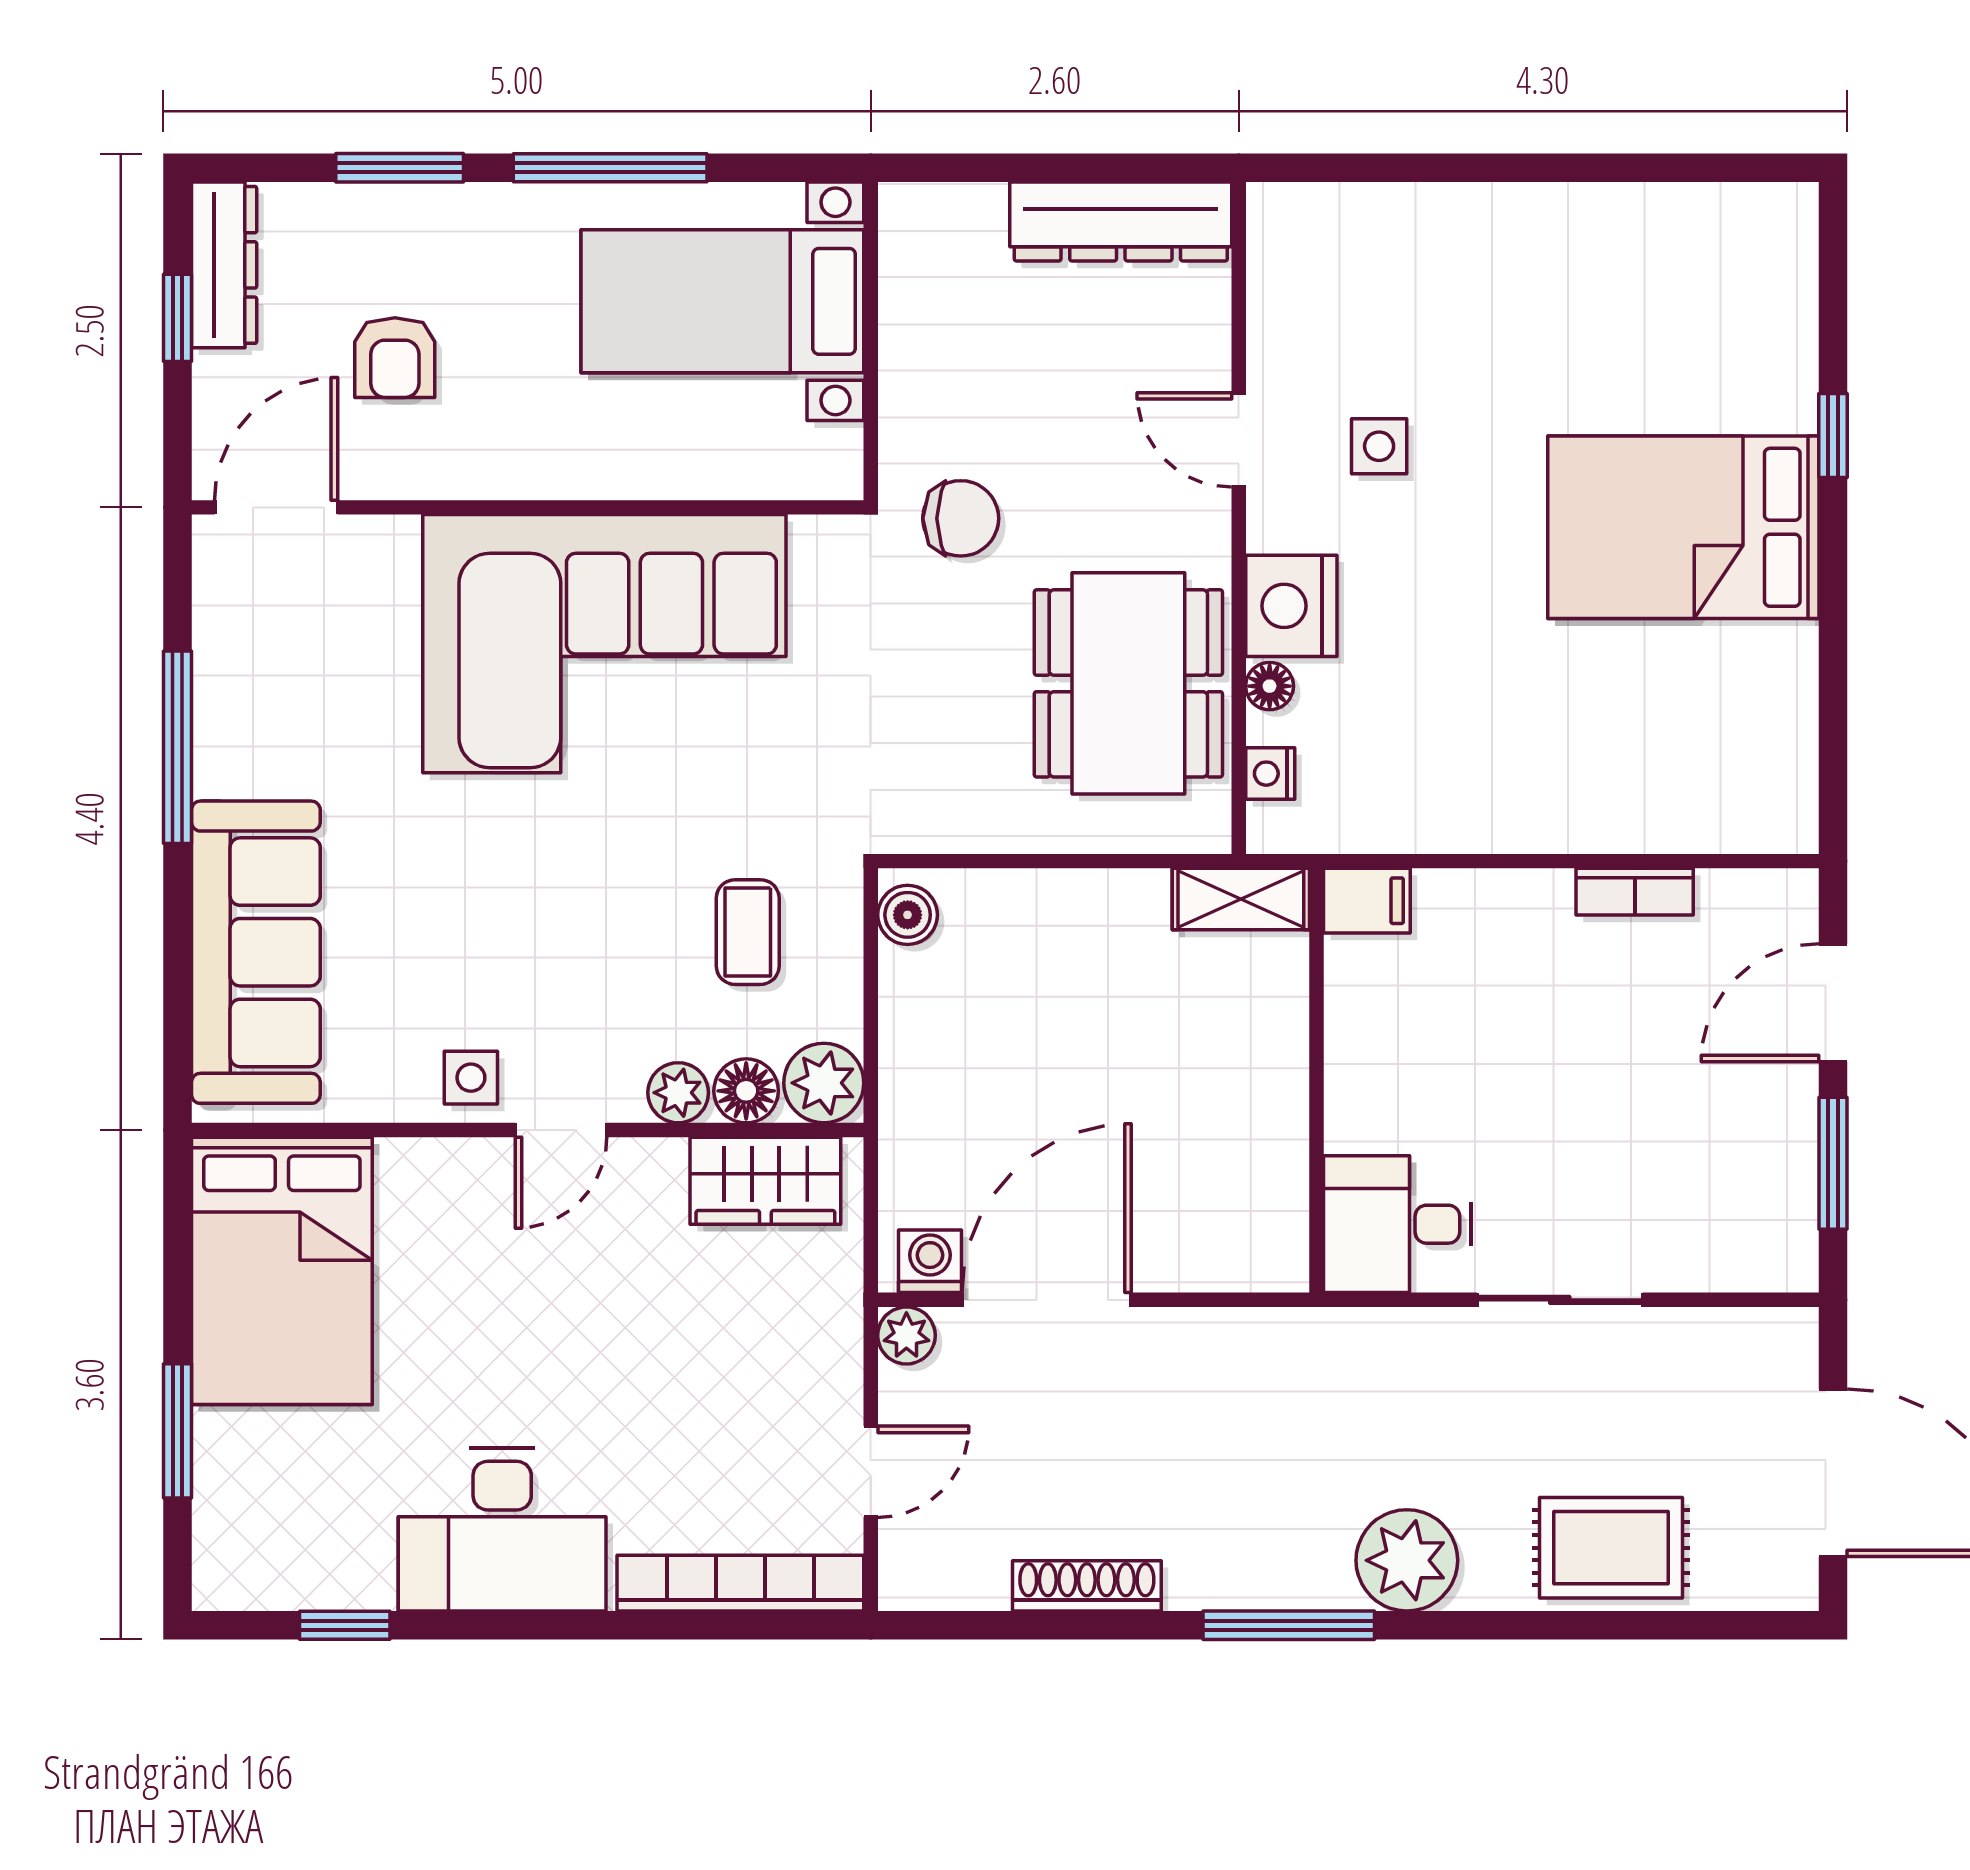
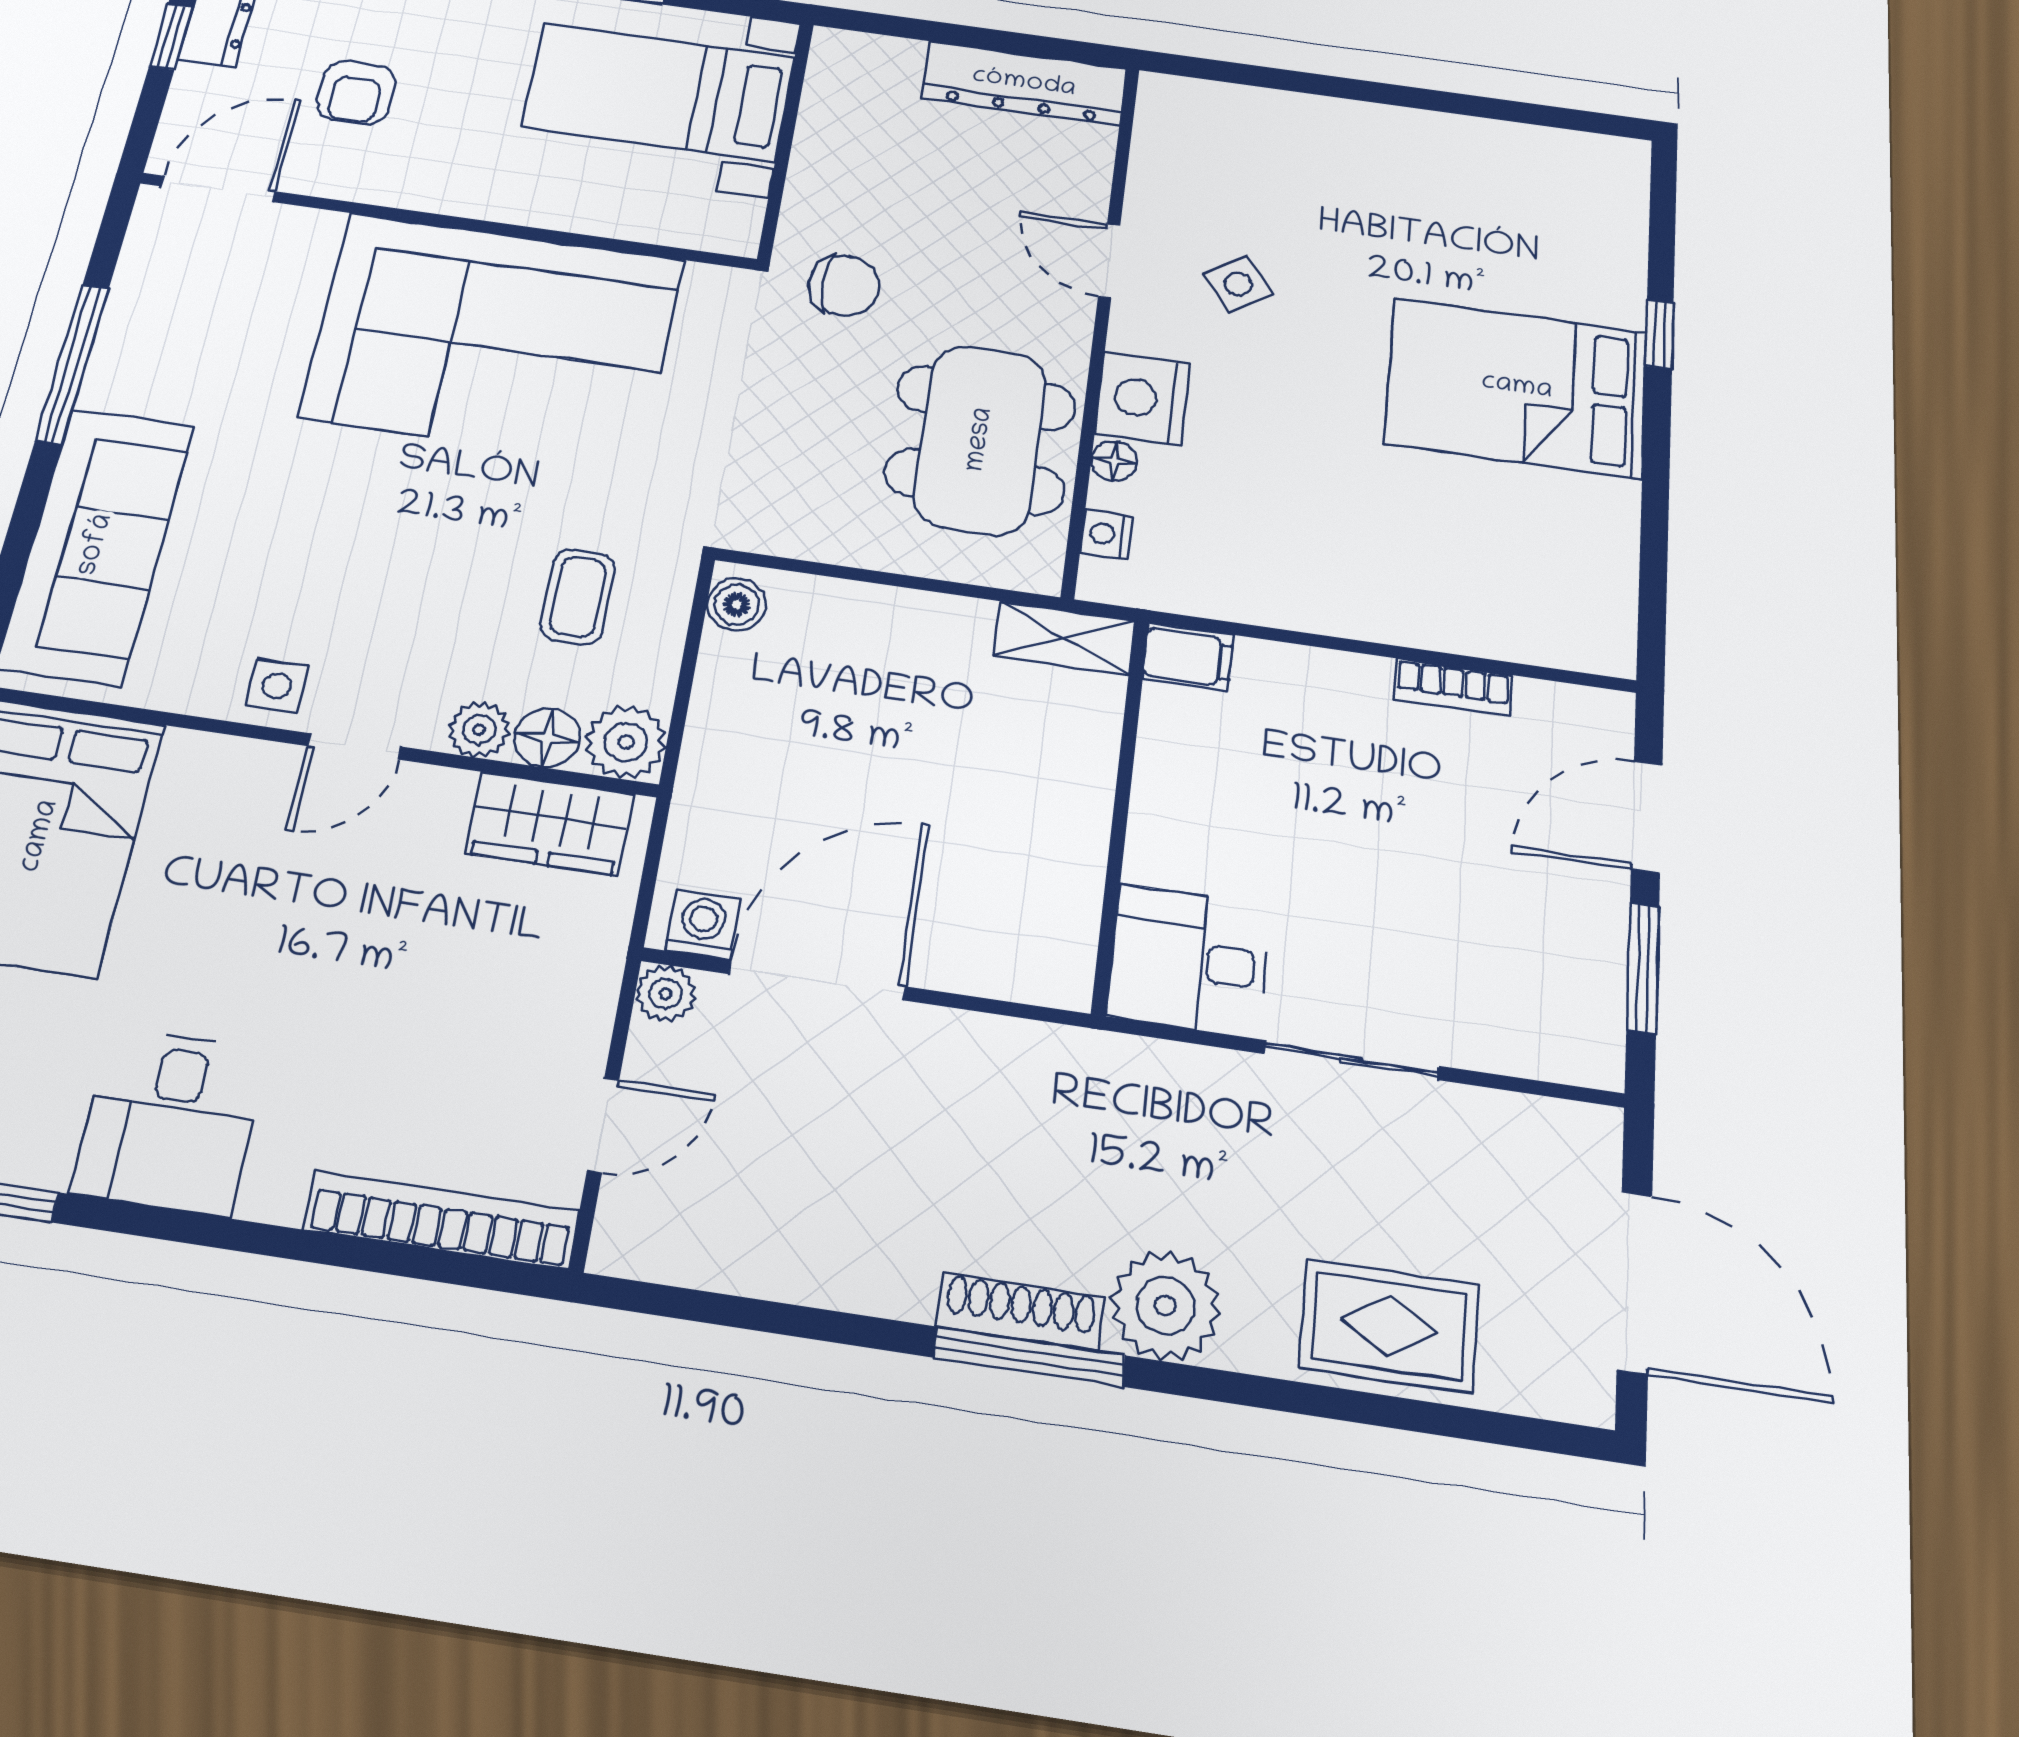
side table: (1379, 446) -> (1238, 284), turned -36
desk: (502, 1530) -> (170, 1121), width x0.73
shoe rack: (1087, 1586) -> (1020, 1312), moved

